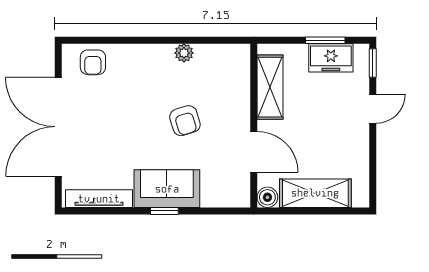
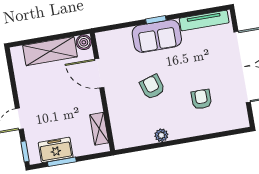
armchair: (93, 62) -> (201, 99), moved
shelving: (270, 87) -> (99, 129), width x0.67, depth x0.75

